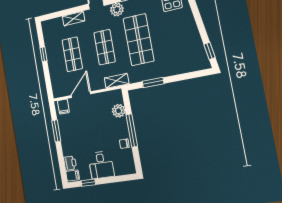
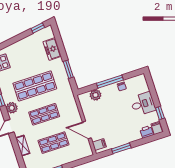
freezer: (180, 66) -> (52, 49), added
shelving: (117, 81) -> (71, 100), removed

